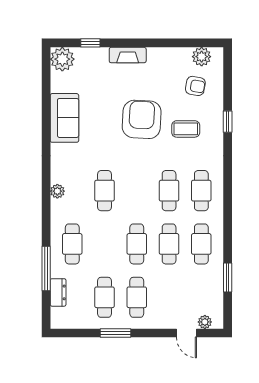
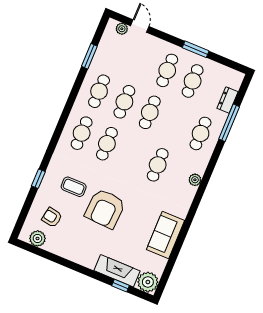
fireplace: (128, 55) -> (117, 271), moved, width x1.37, depth x1.32

